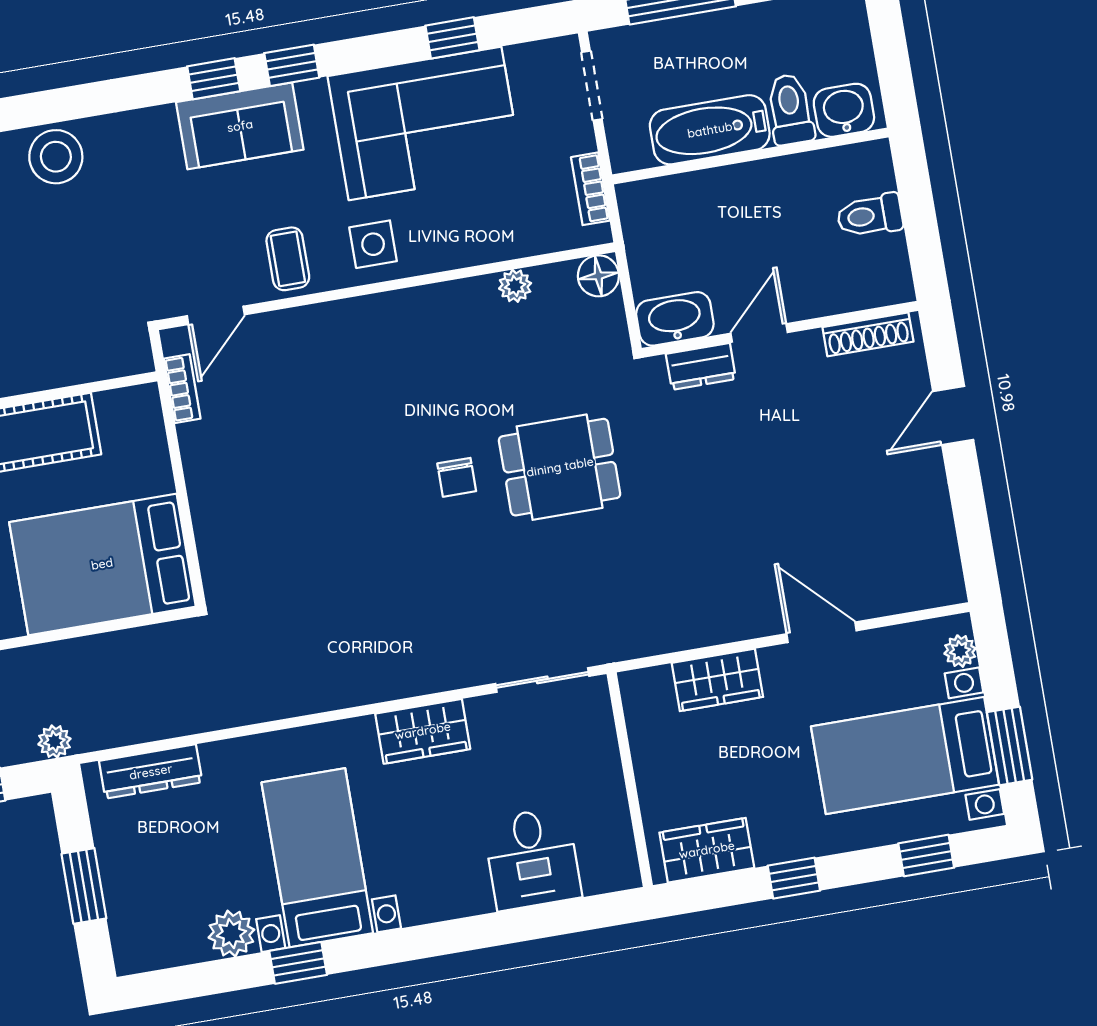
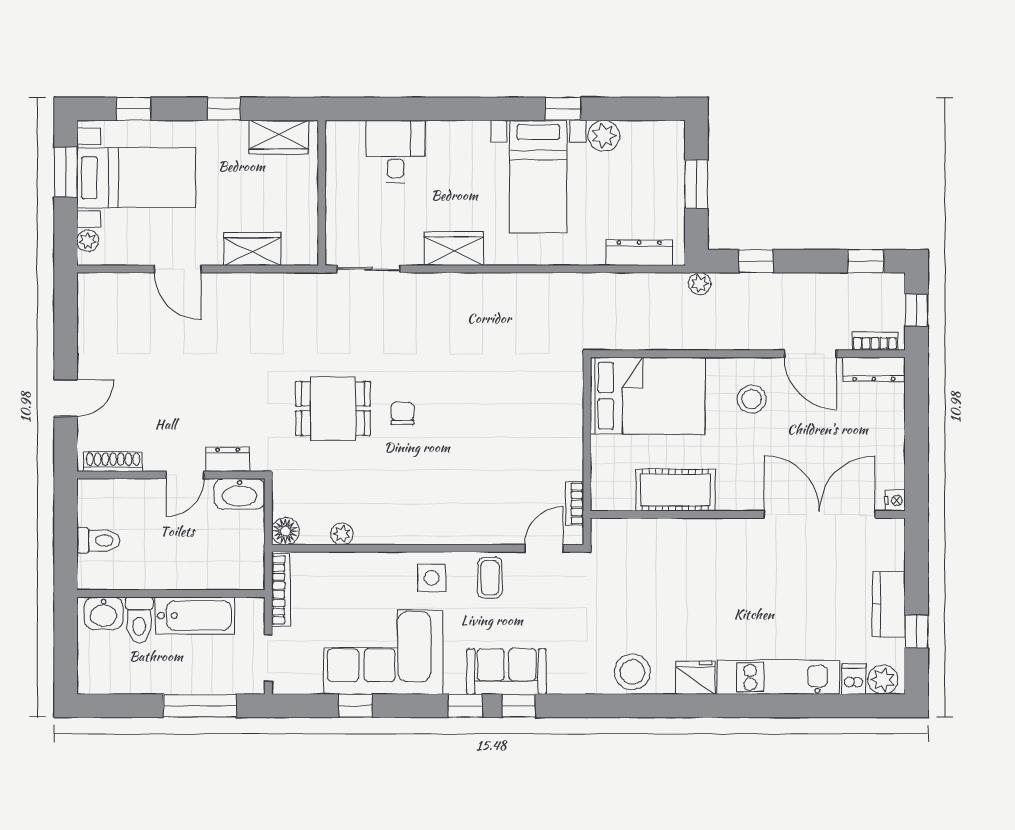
bookcase: (590, 189) -> (281, 590), width x1.56

